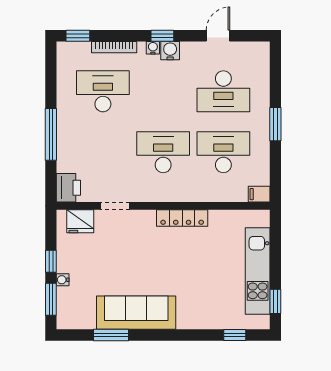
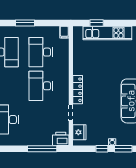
window: (51, 134) -> (42, 149), moved
locker: (182, 218) -> (78, 90), moved
window: (275, 301) -> (97, 23), moved

